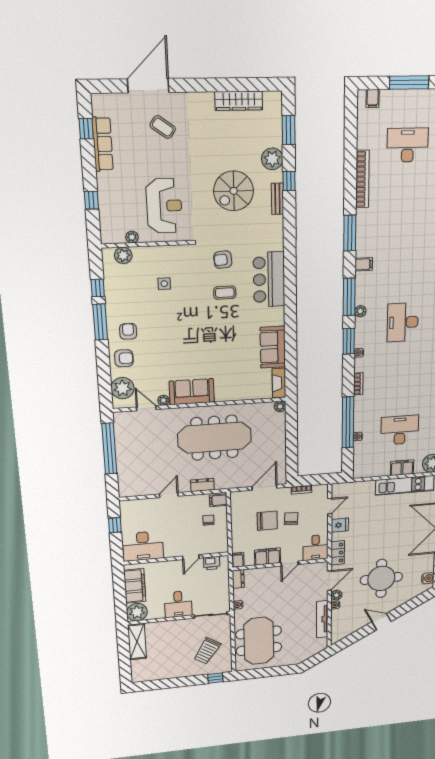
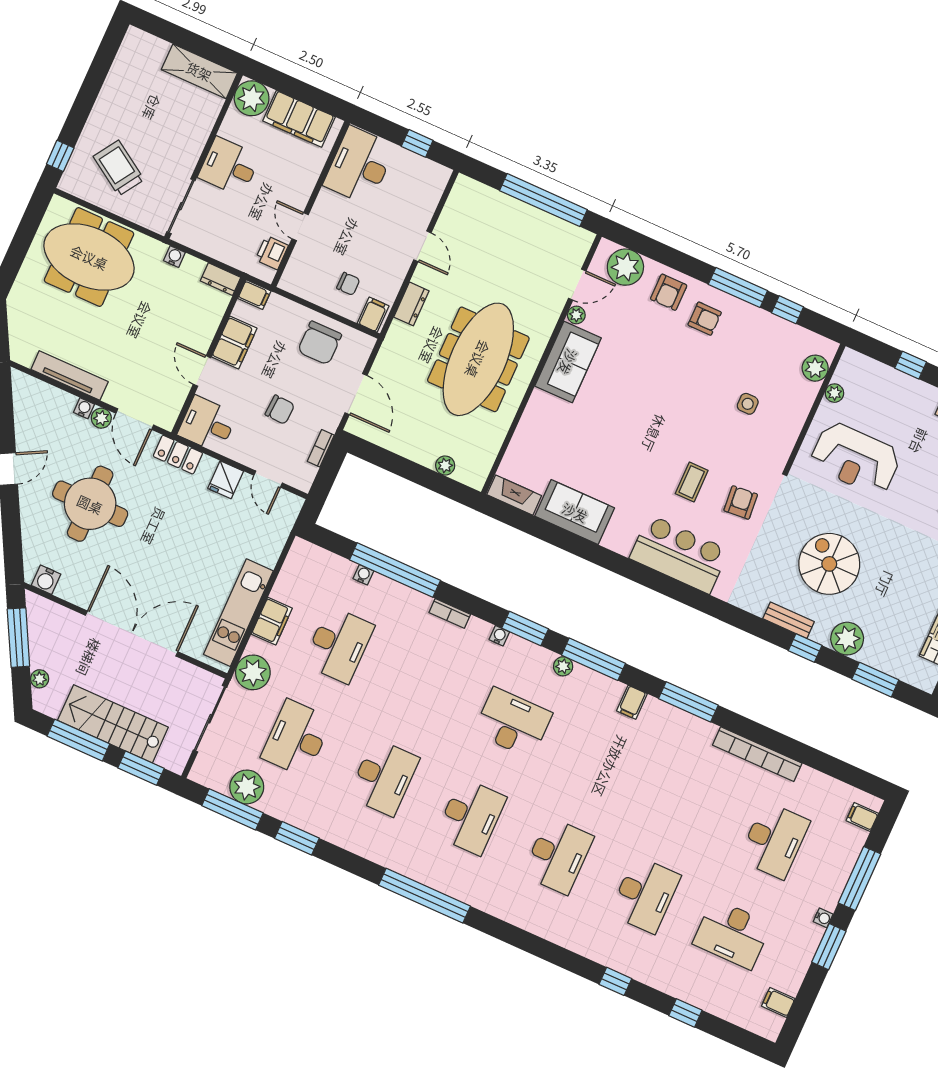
plant: (280, 406) -> (445, 466), moved
chair: (267, 521) -> (320, 343), moved

